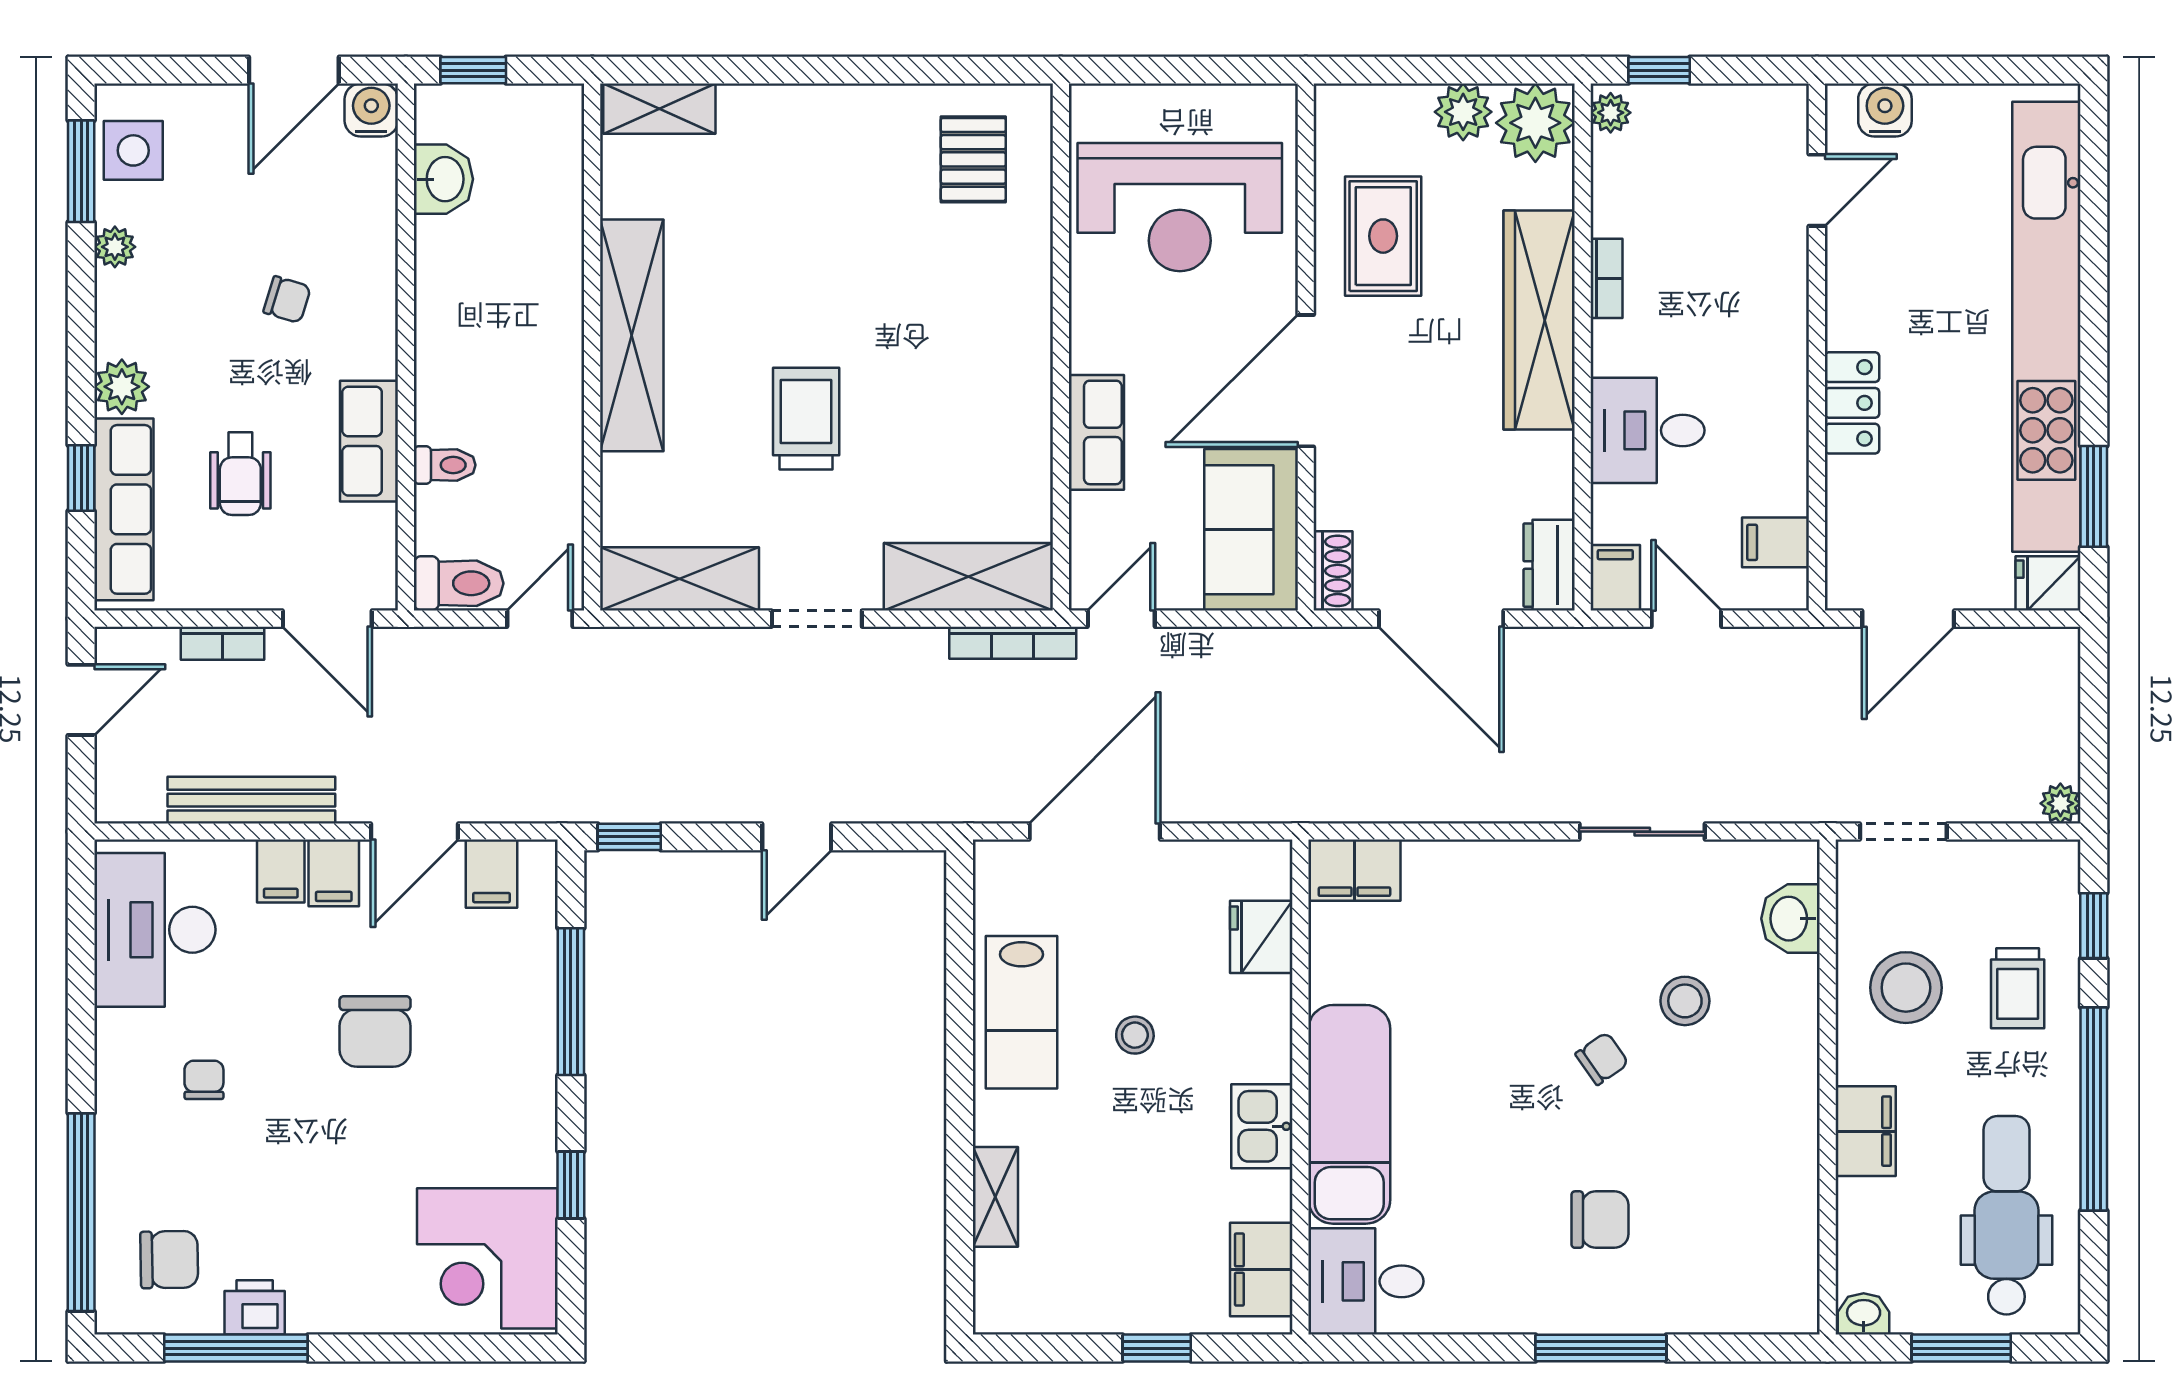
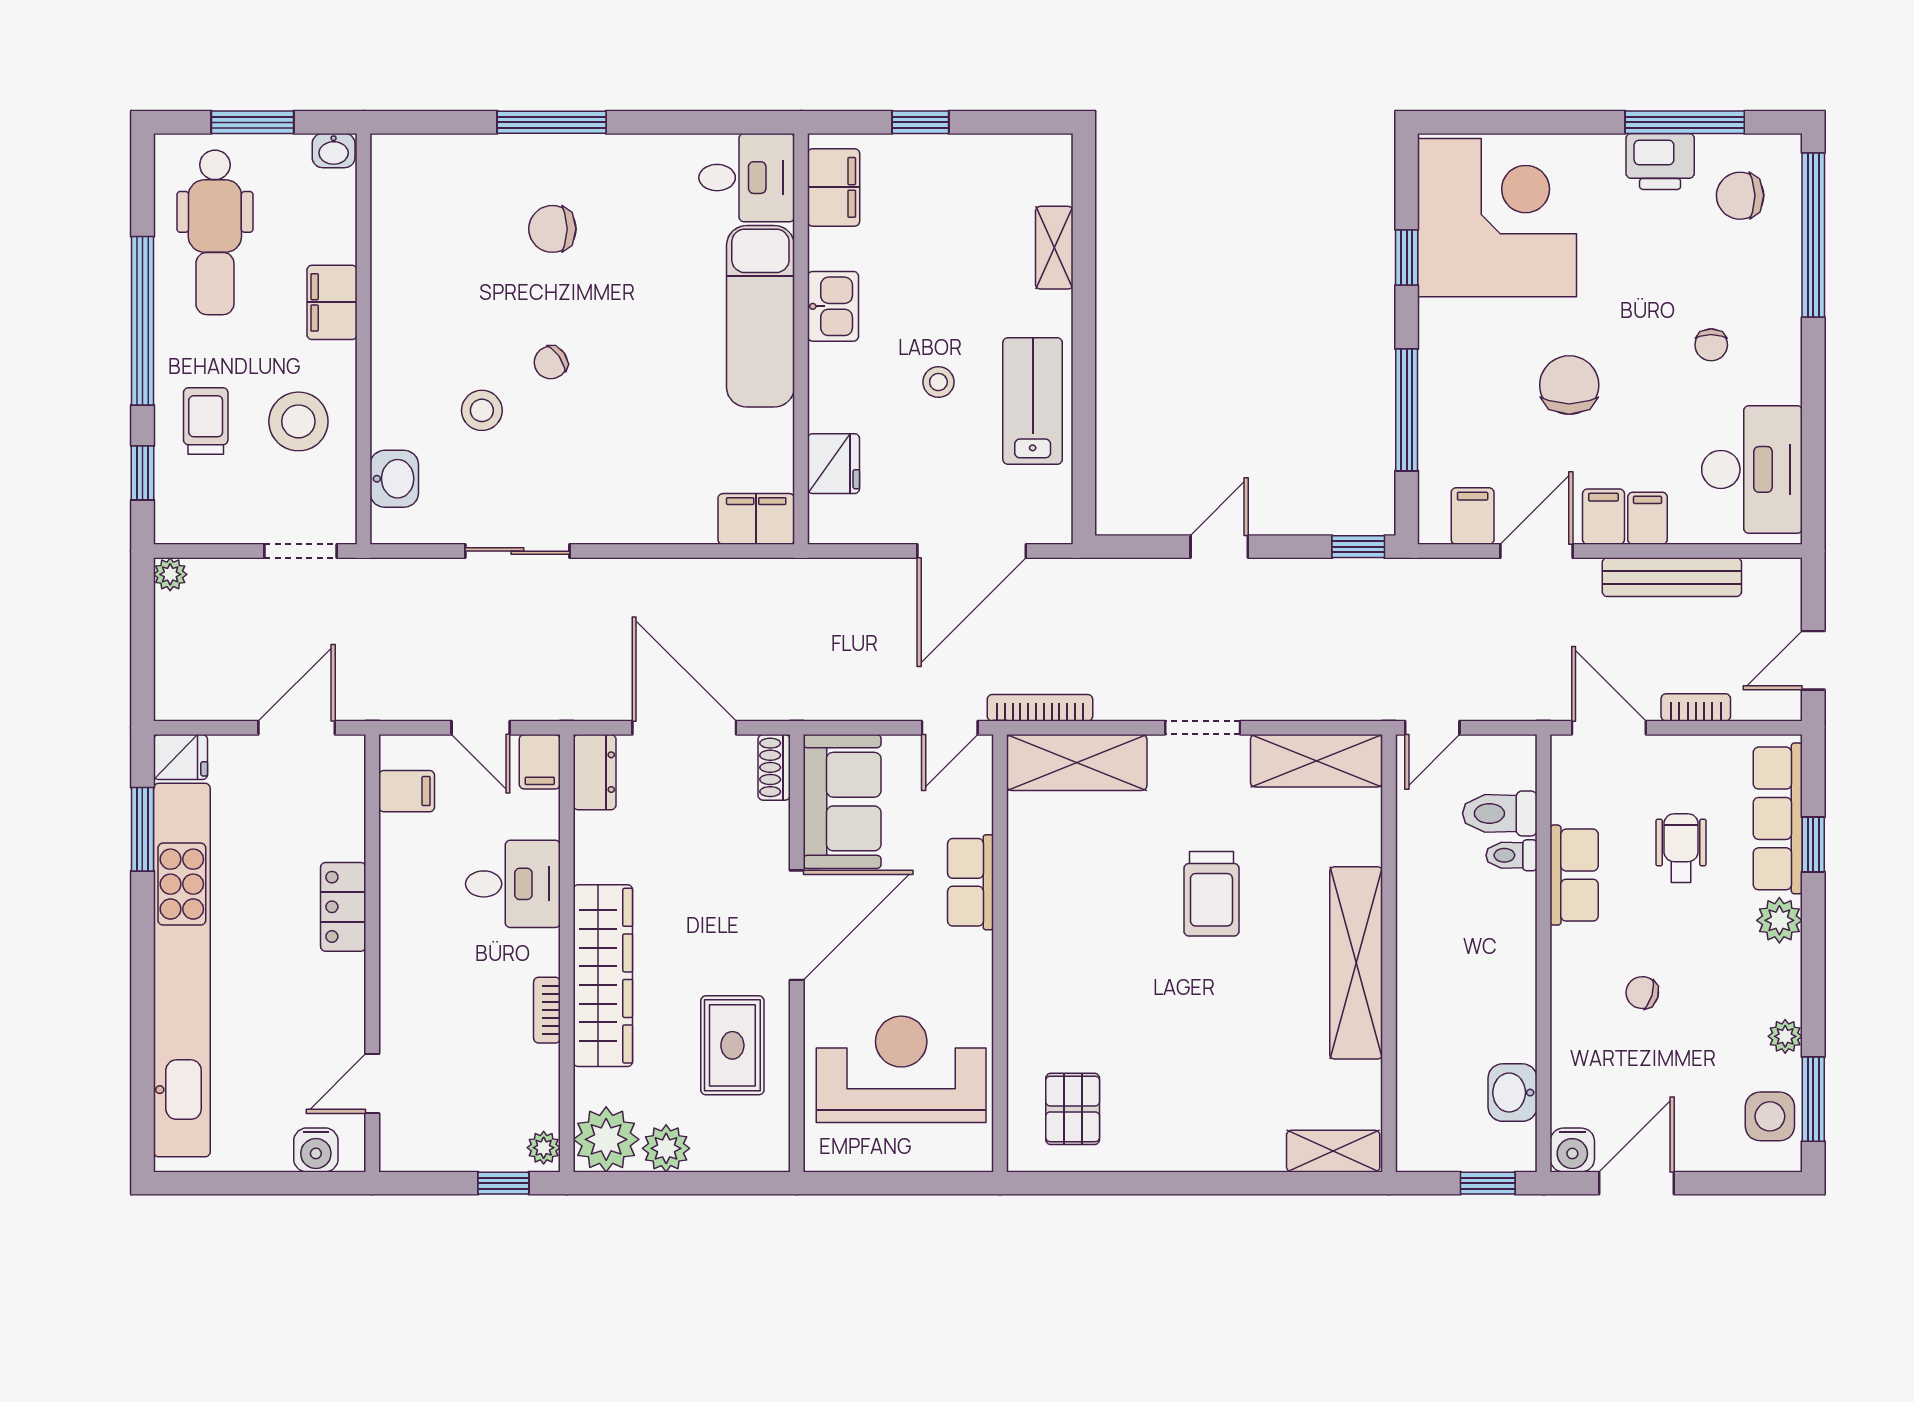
toilet: (459, 583) -> (1500, 813), moved
corner desk: (487, 1258) -> (1497, 218), width x1.36, depth x1.36
printer: (255, 1307) -> (1660, 161), width x1.36, depth x1.24

